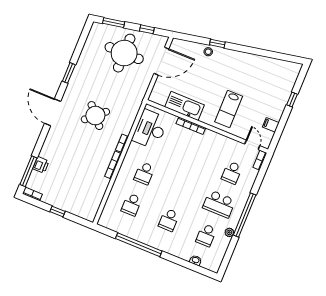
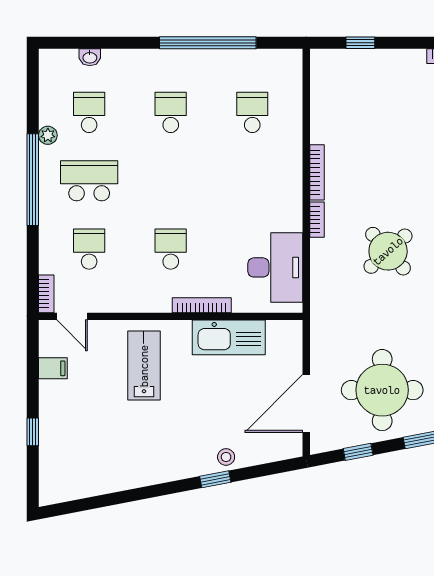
school desk: (144, 173) -> (171, 249), moved
window: (58, 211) -> (360, 43), moved

